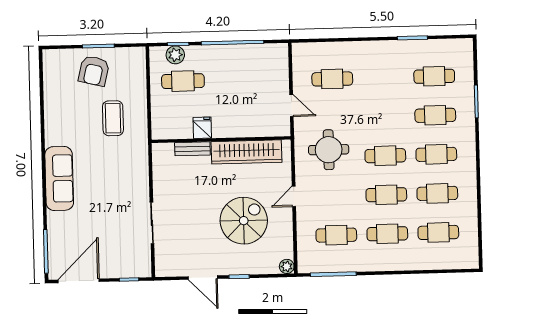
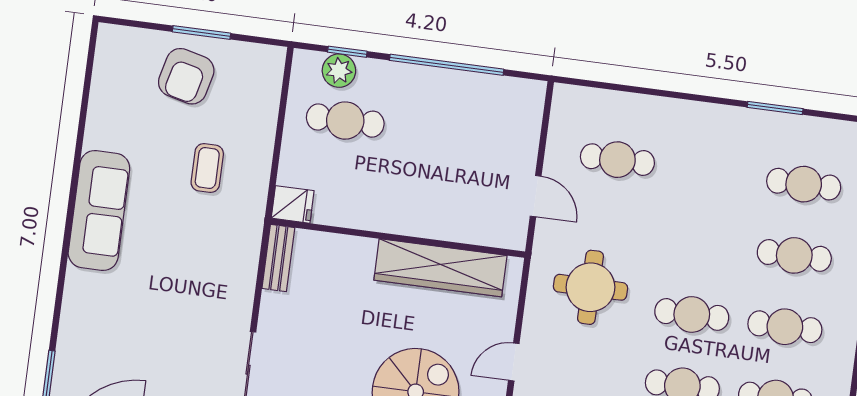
coffee table: (113, 118) -> (207, 168), width x0.73, depth x0.77
fridge: (202, 128) -> (293, 204), moved, turned 90
bench: (192, 149) -> (278, 258), moved, turned 90
sofa: (59, 178) -> (99, 211), moved

